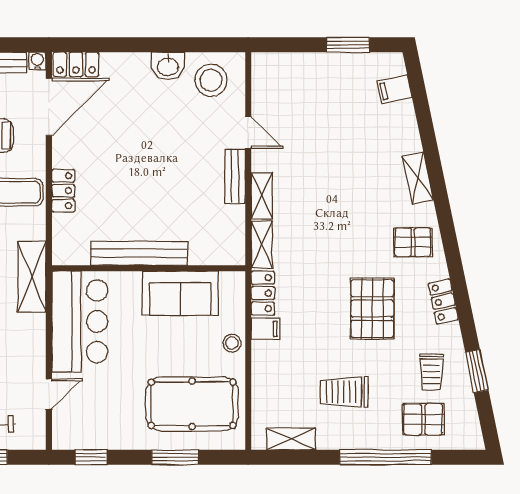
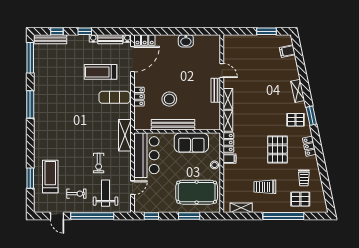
stool: (211, 80) -> (169, 99), moved
window: (477, 371) -> (311, 116), moved

